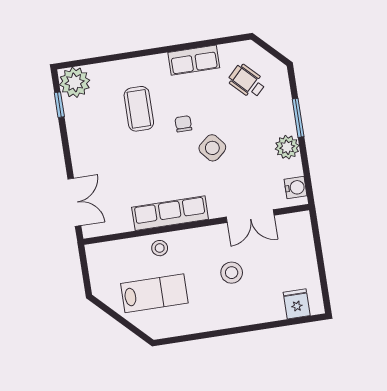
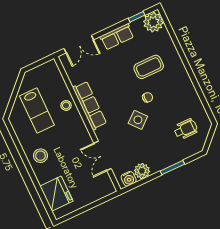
row of seats: (194, 60) -> (117, 37), moved, turned -90
wheelchair: (247, 81) -> (186, 129), turned 45
plant: (287, 147) -> (142, 171), moved
stool: (232, 273) -> (40, 156), moved
fridge: (297, 304) -> (56, 194), width x1.88, depth x1.34

